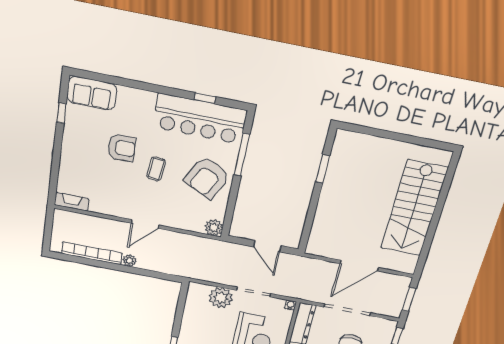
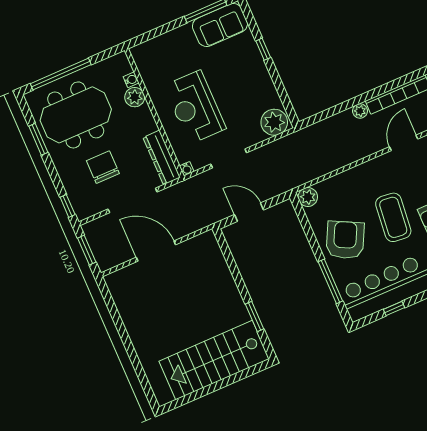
coffee table: (156, 169) -> (393, 217), width x1.86, depth x1.72
stairs: (414, 208) -> (214, 360), moved, turned -90
door: (145, 224) -> (404, 143), moved
door: (359, 266) -> (156, 251), hinge flipped
plant: (221, 298) -> (274, 122), moved

